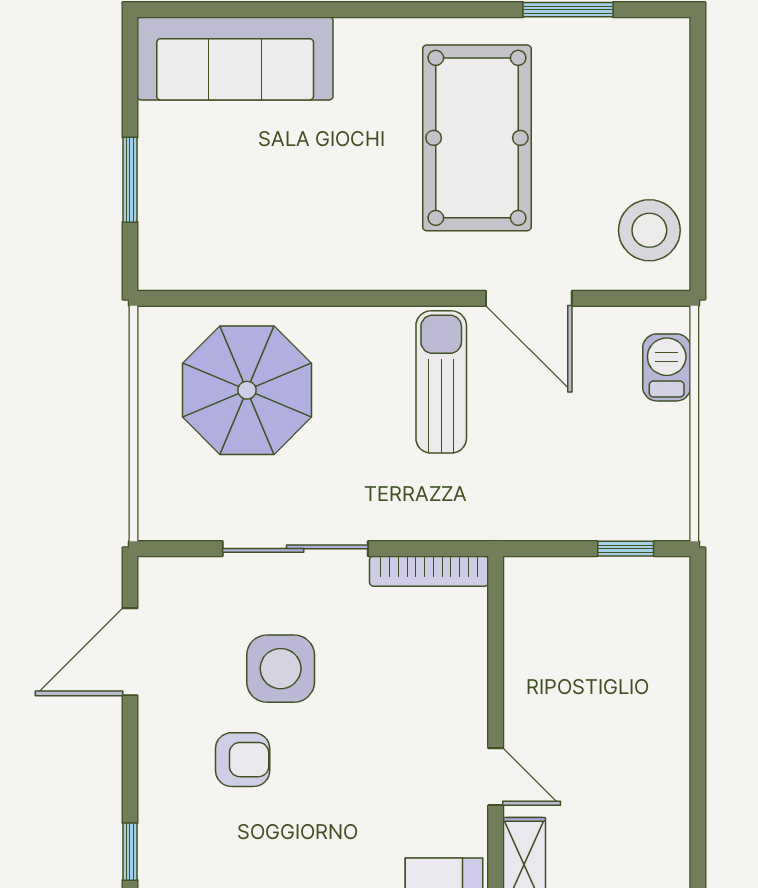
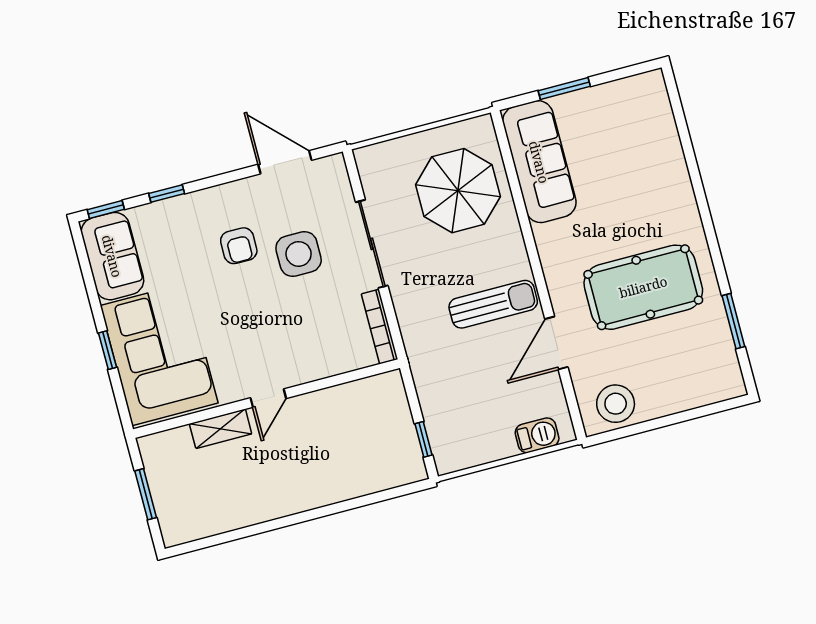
sofa: (235, 58) -> (539, 162), moved, turned 180

